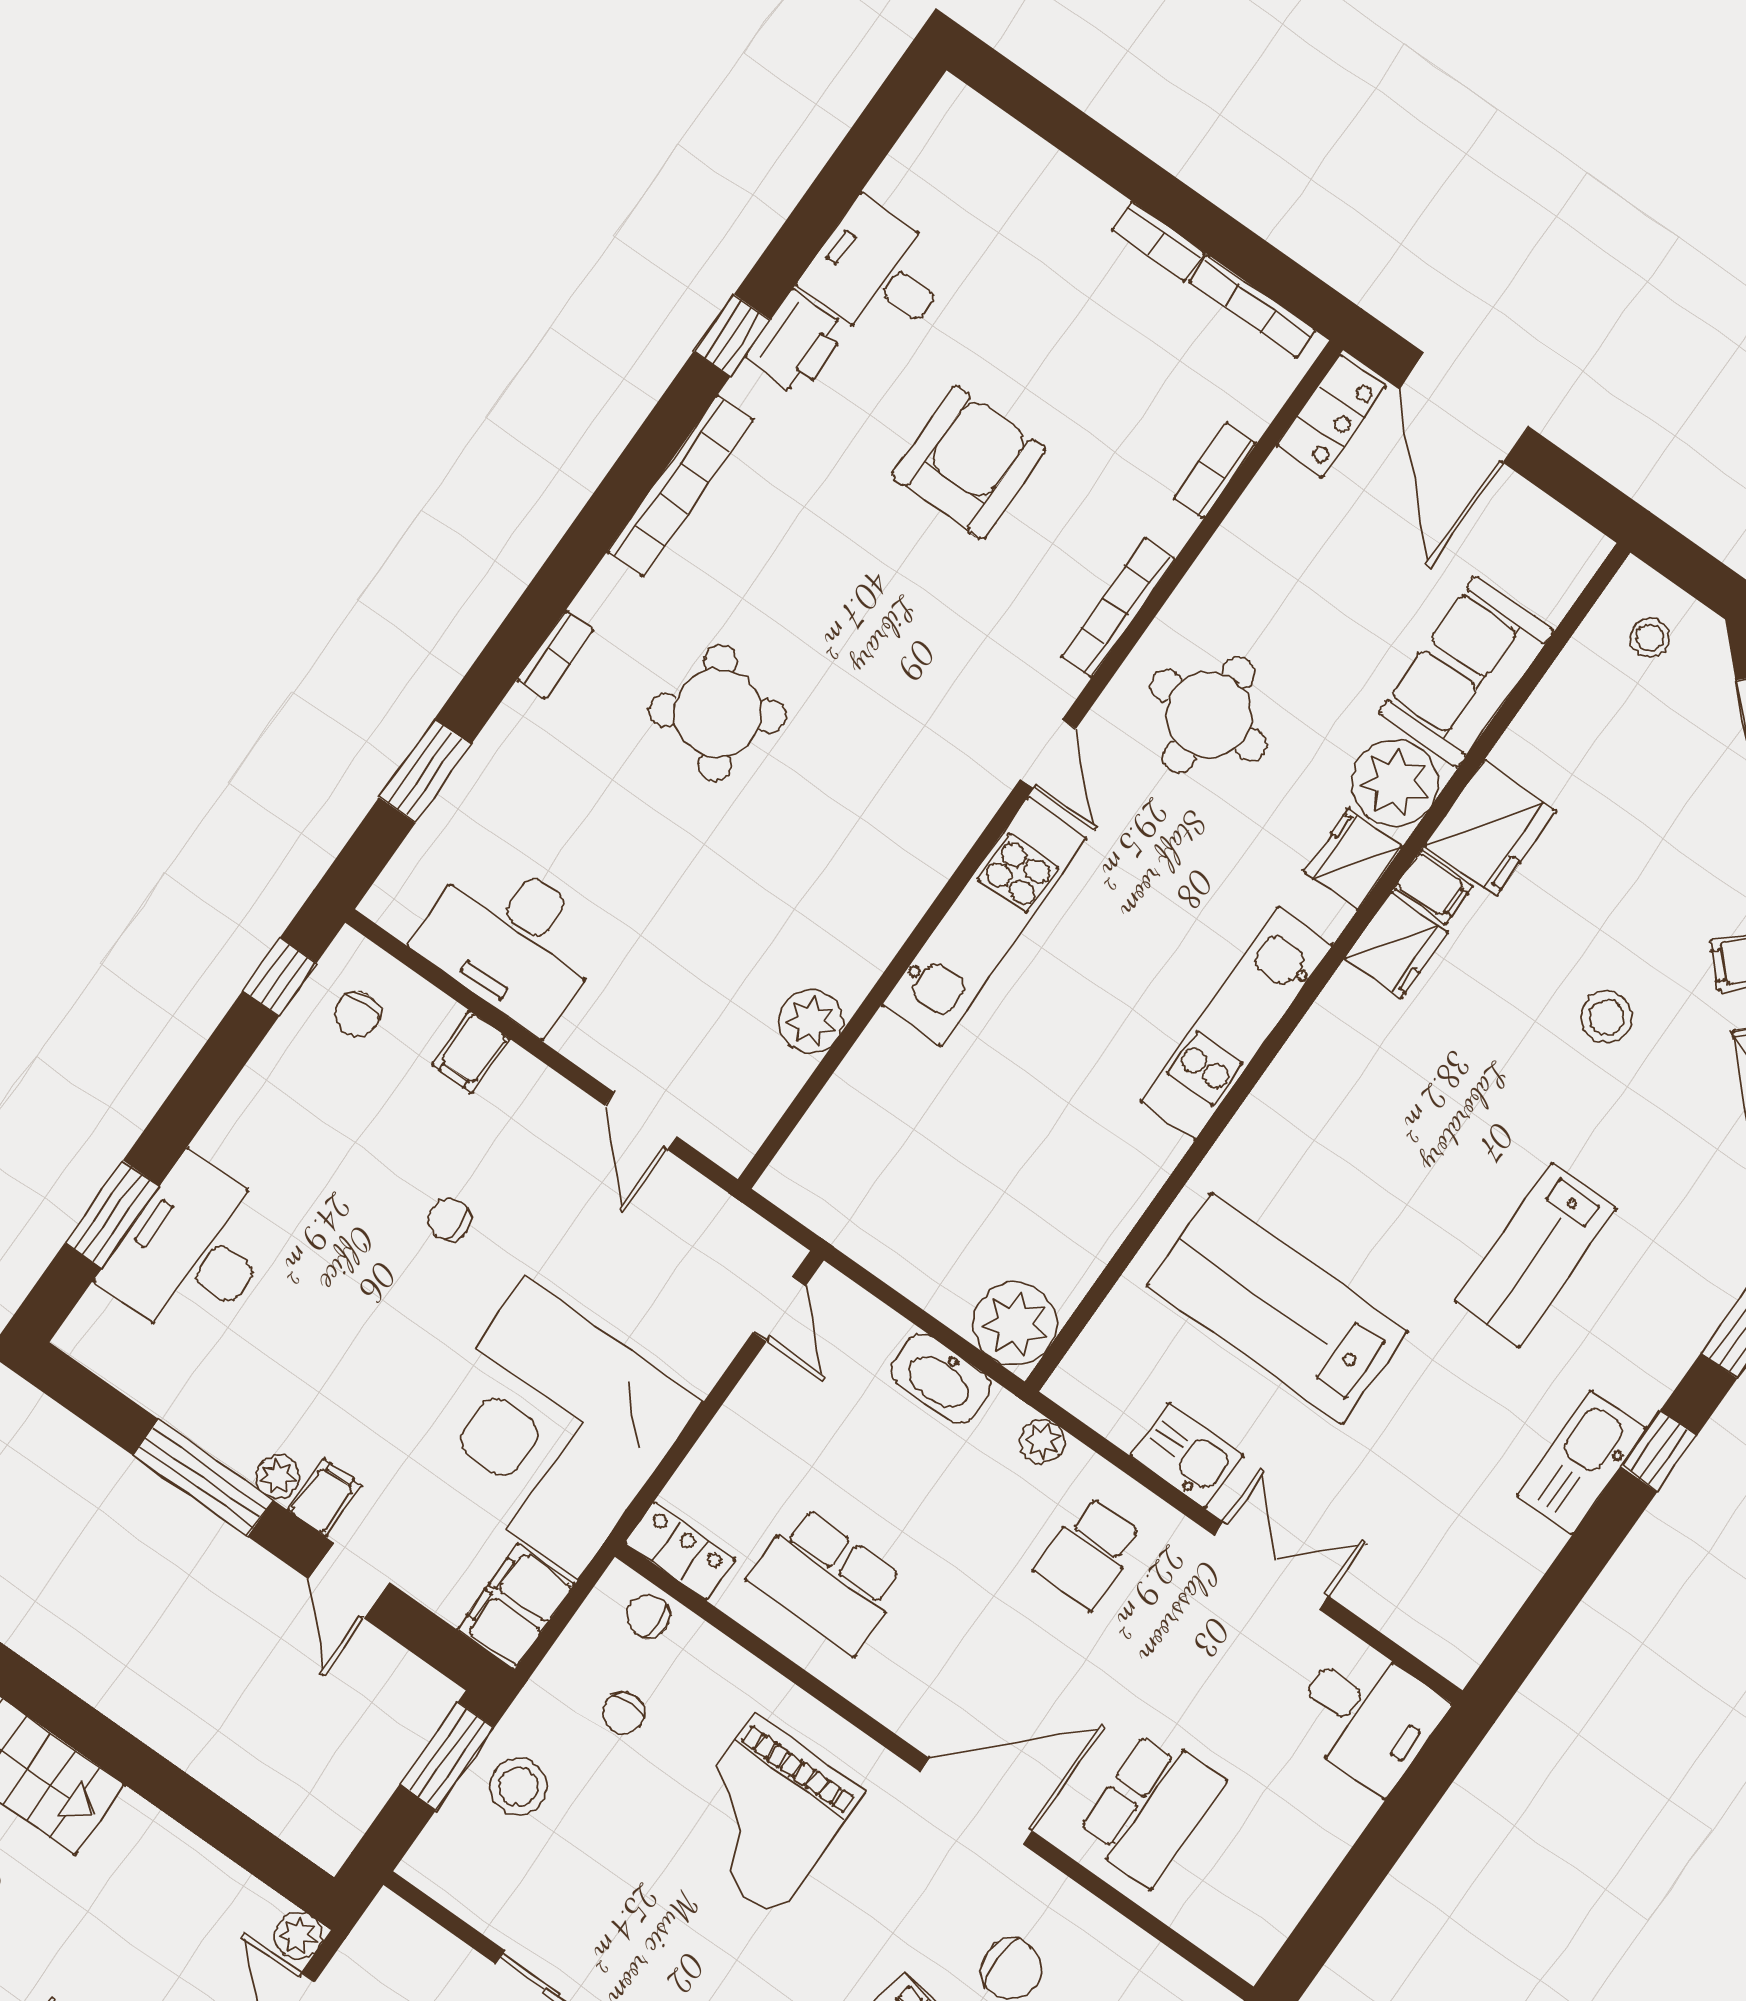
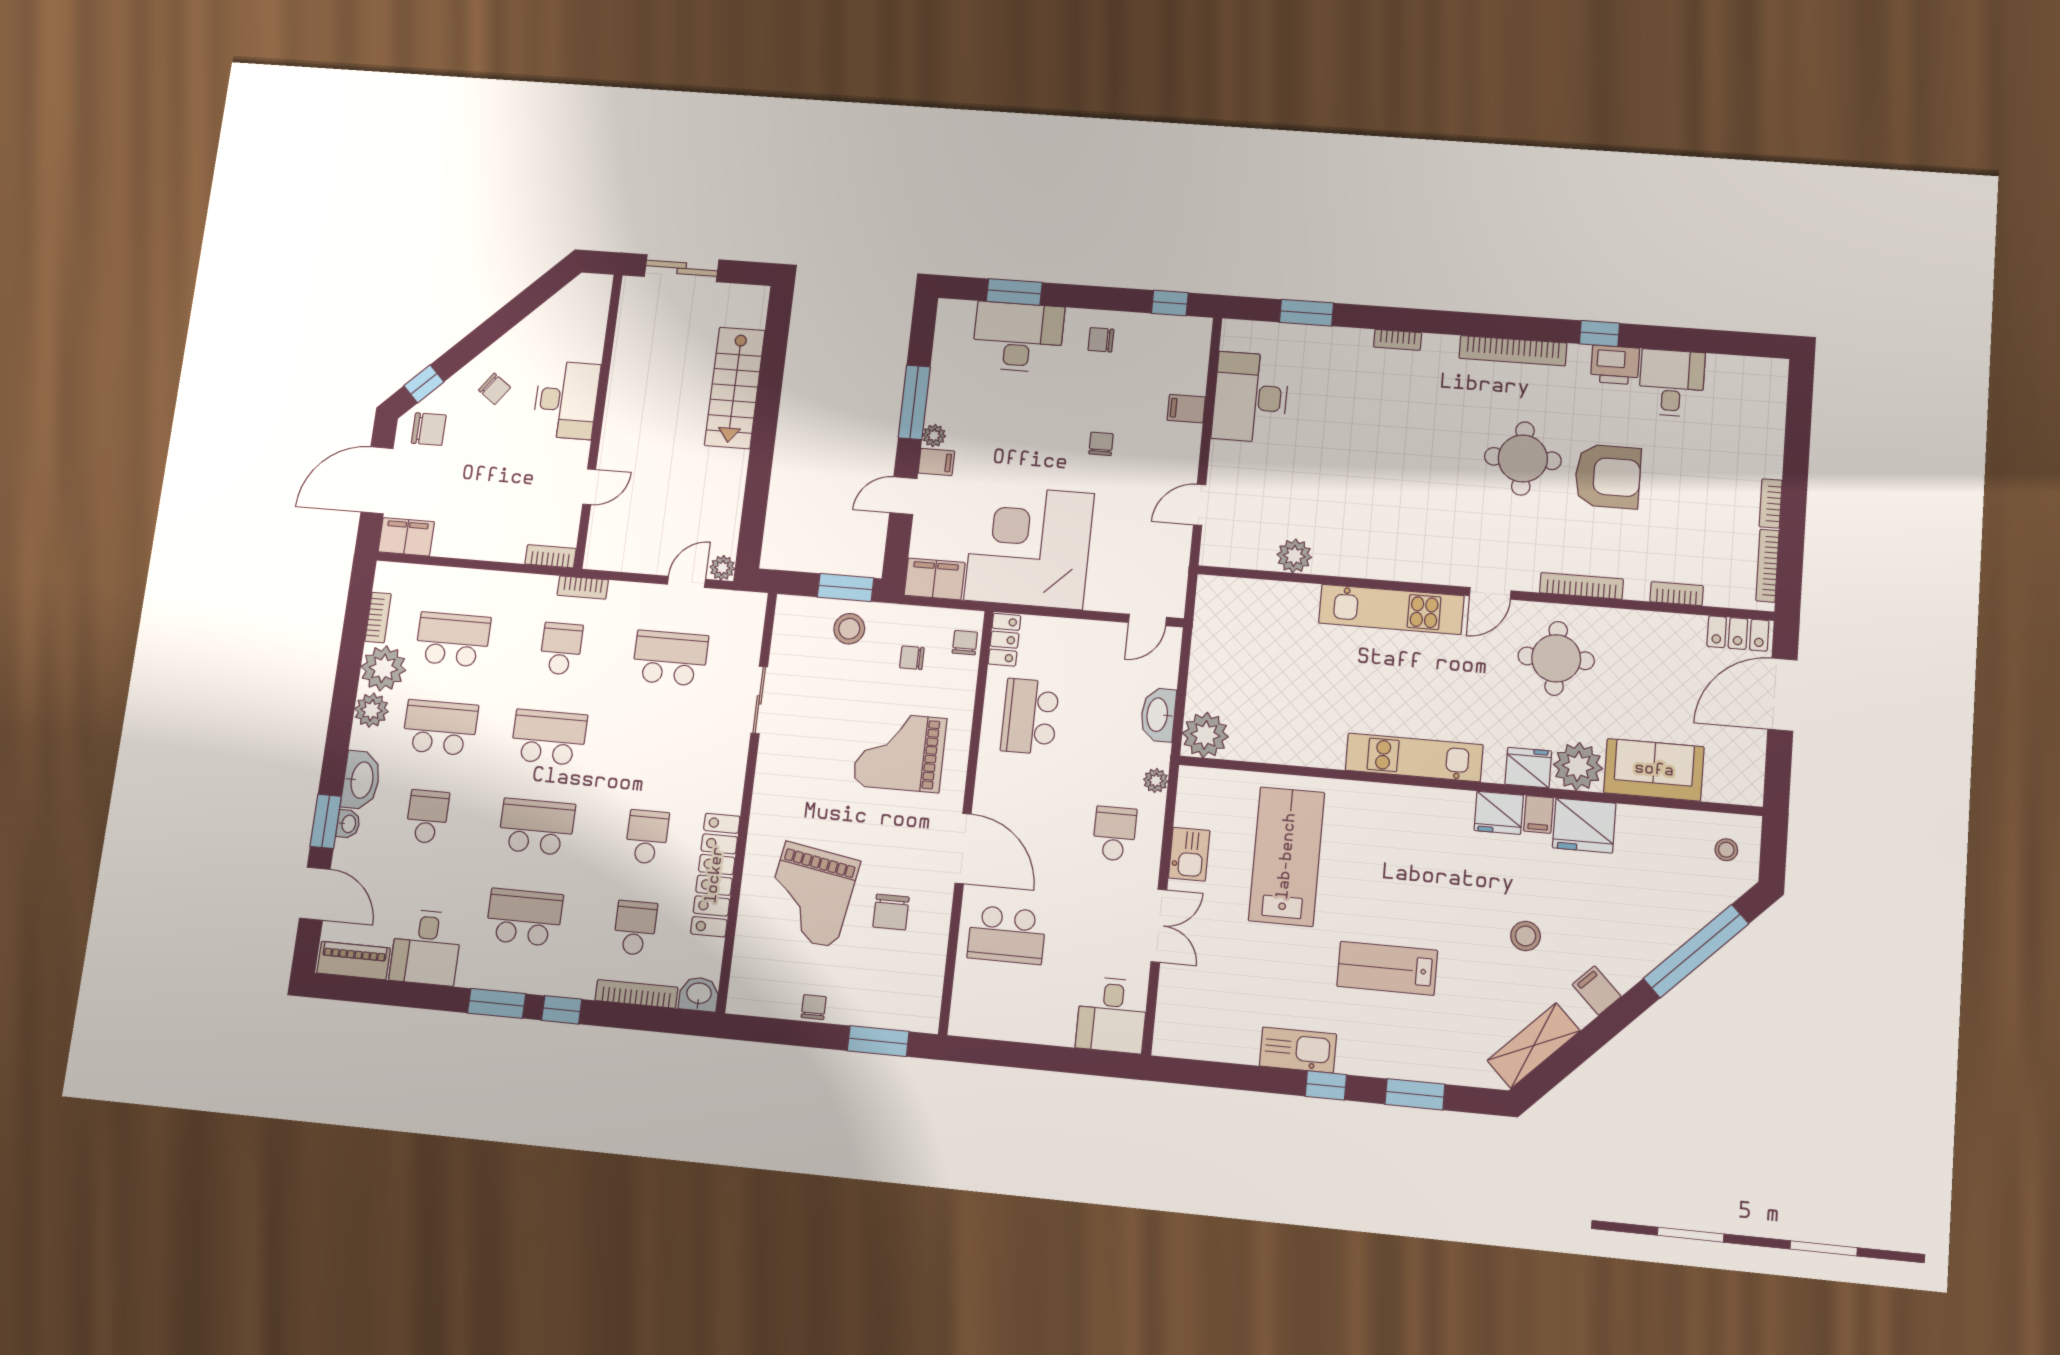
round table: (717, 713) -> (1523, 459), moved, turned 32
chair: (357, 1014) -> (1101, 340), moved
school desk: (1089, 1553) -> (1114, 834), turned 90

